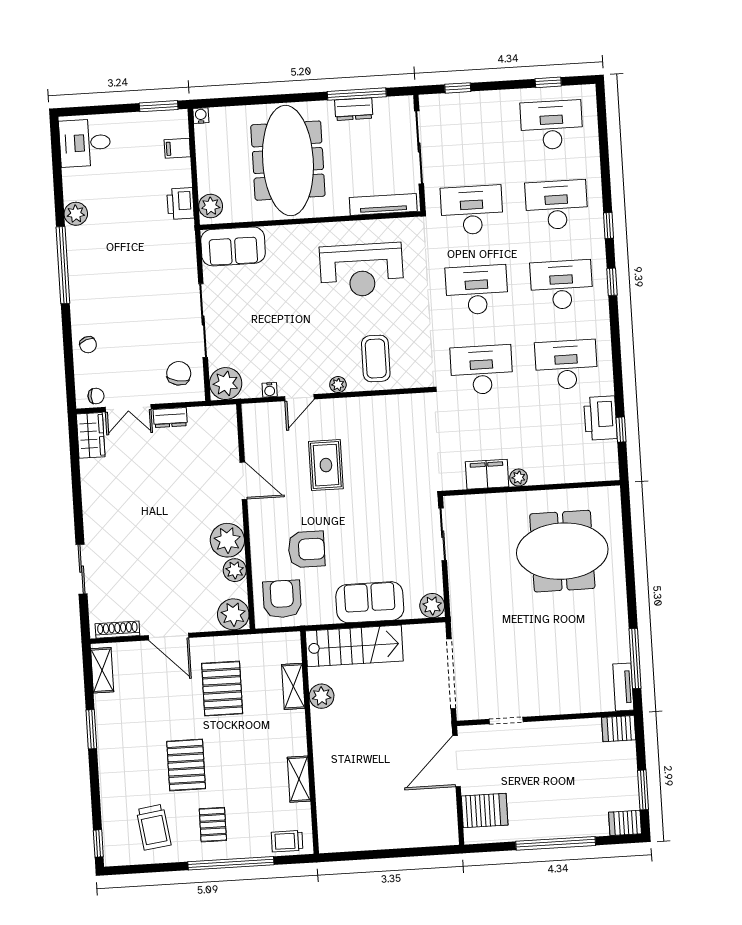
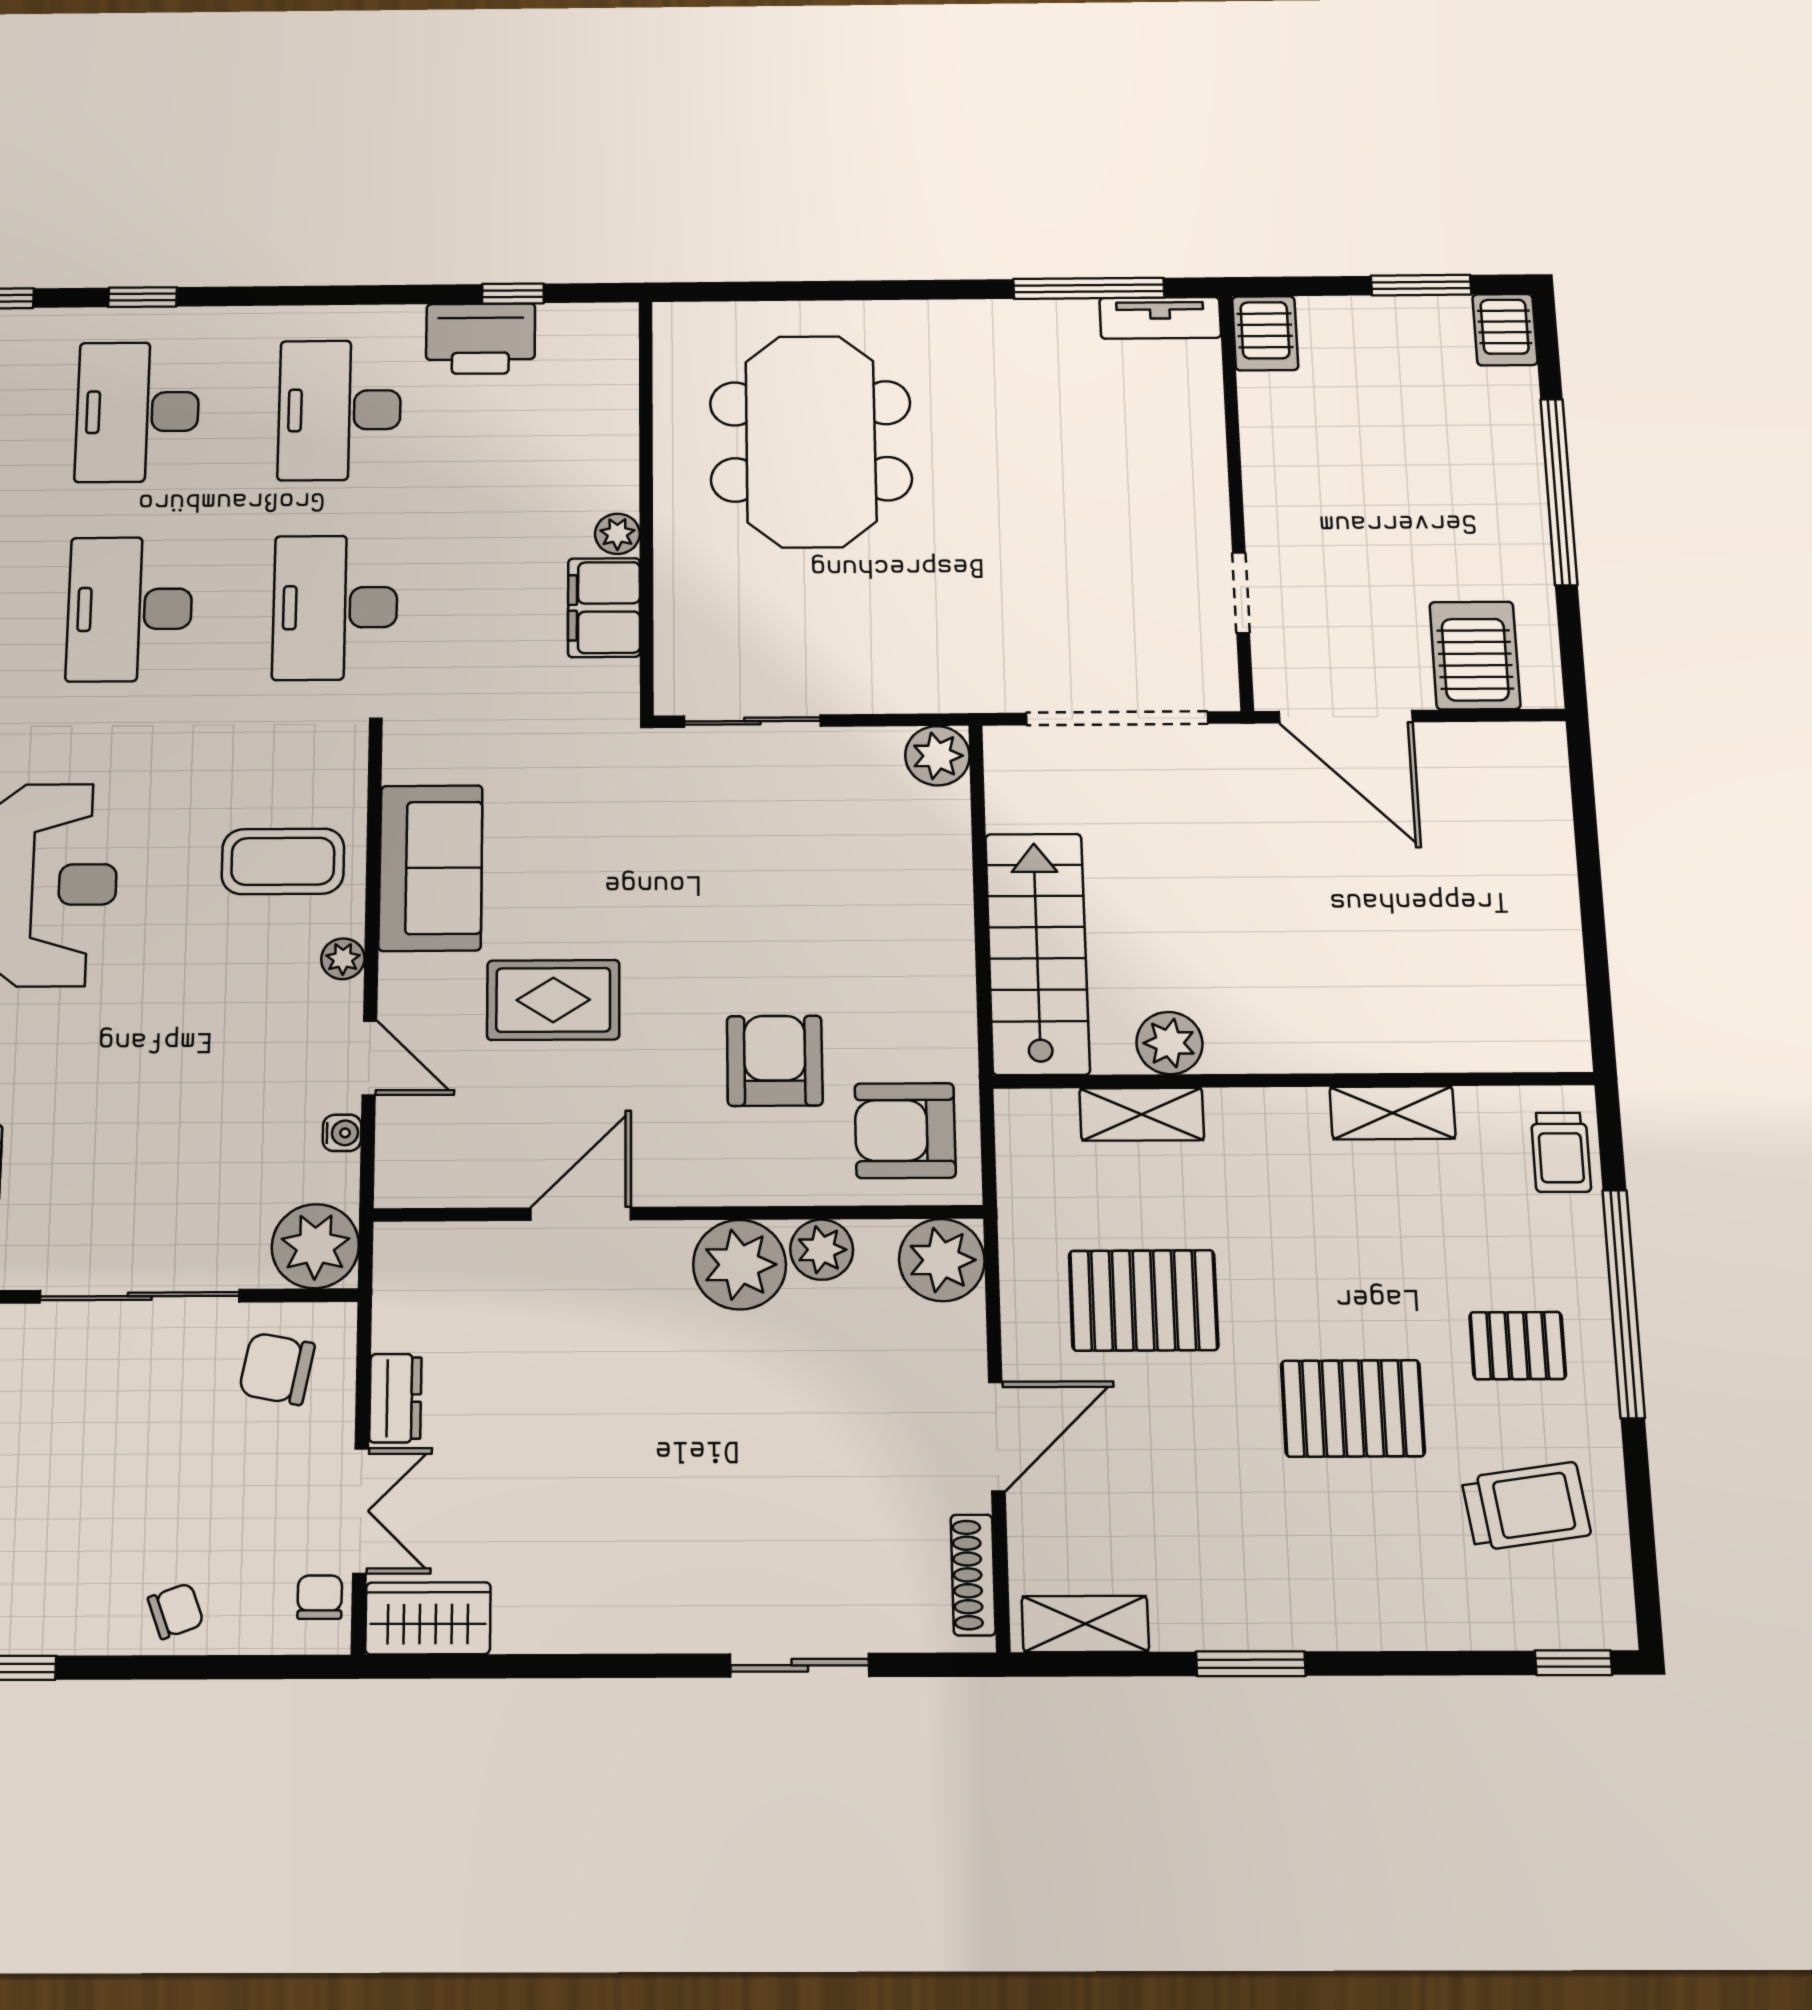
sofa: (370, 602) -> (431, 868), moved, turned 180

